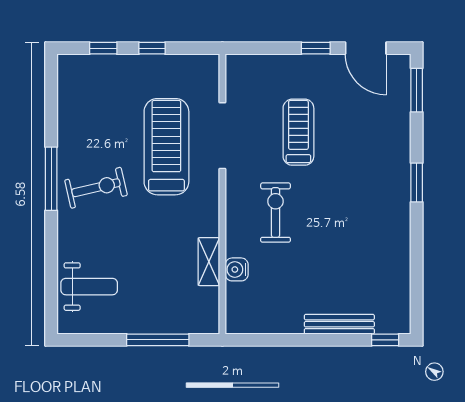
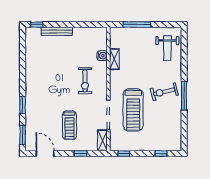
window: (152, 48) -> (124, 153), moved
window: (316, 48) -> (81, 153), moved
shelving: (236, 78) -> (102, 140), added
treadmill: (298, 132) -> (69, 125), moved
window: (417, 182) -> (23, 105), moved
weight bench: (89, 287) -> (167, 48), turned -90

